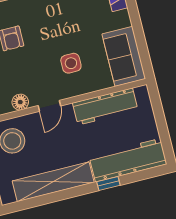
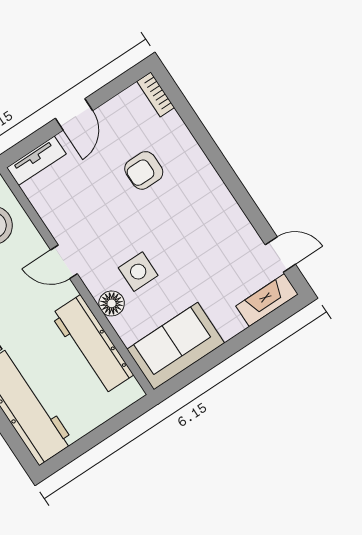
floor lamp: (20, 102) -> (112, 303), moved

